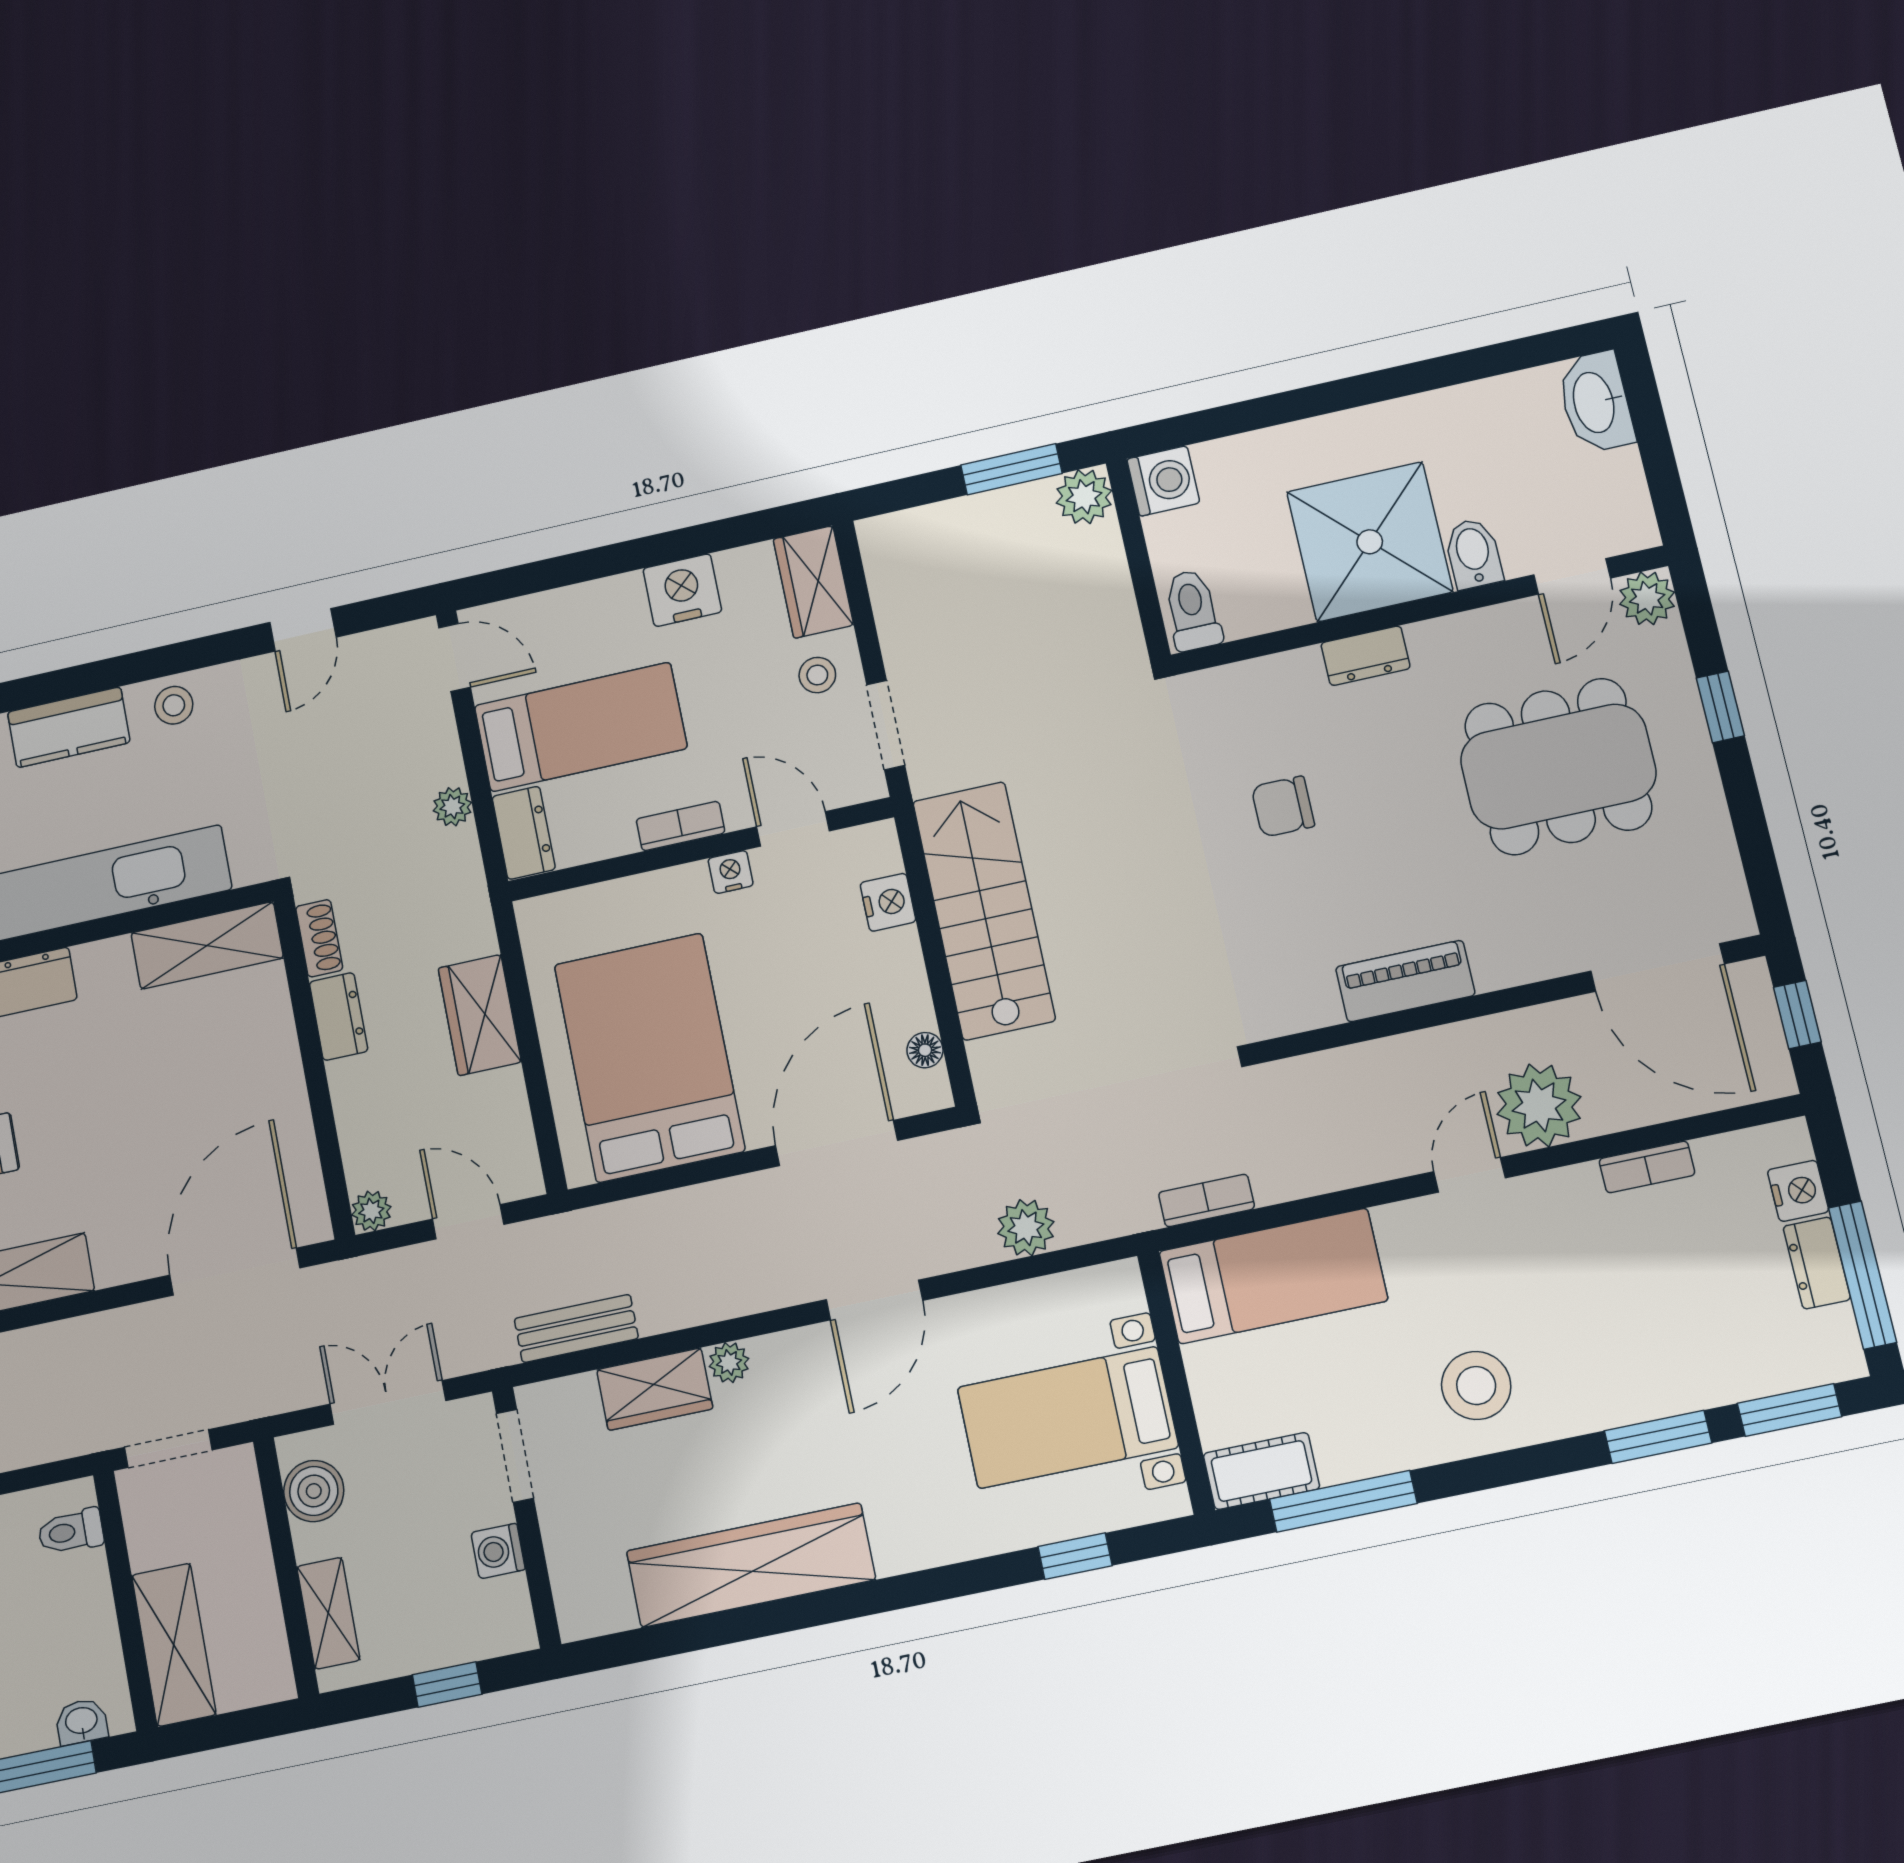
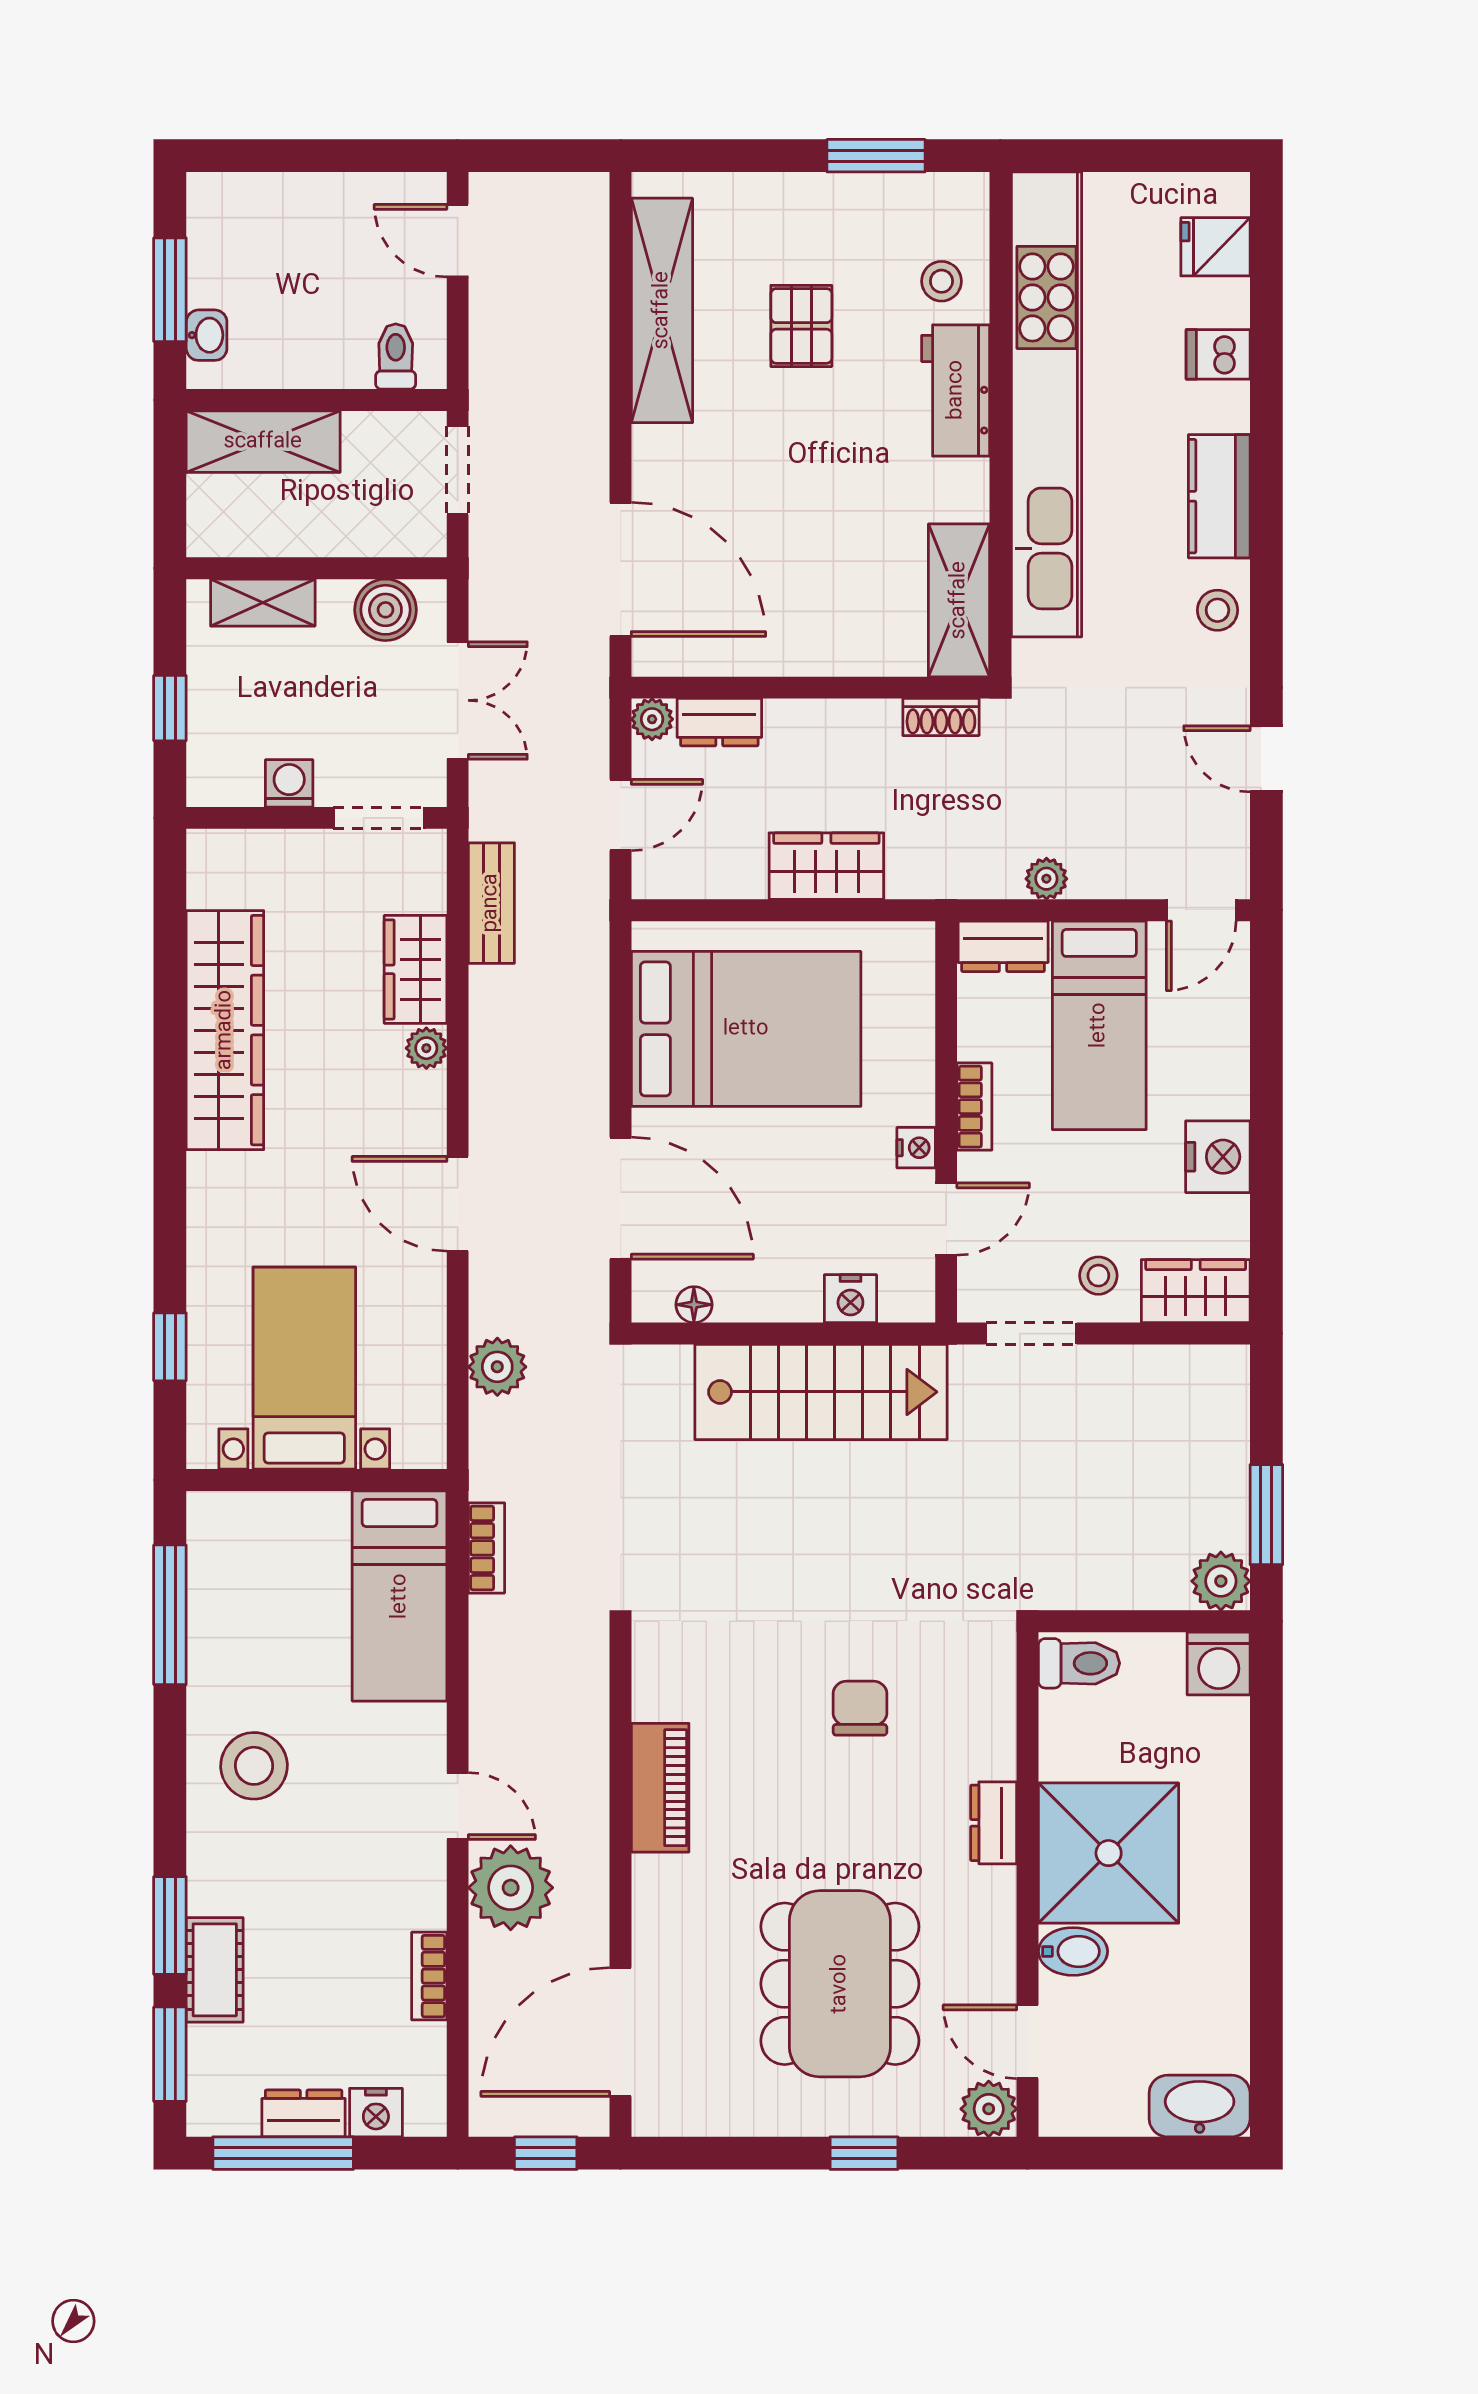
dresser: (339, 1017) -> (719, 722), moved
cot: (1261, 1471) -> (215, 1970), moved

